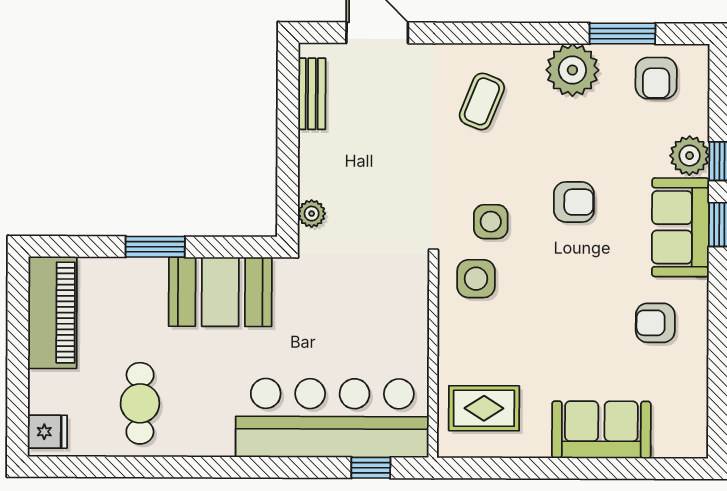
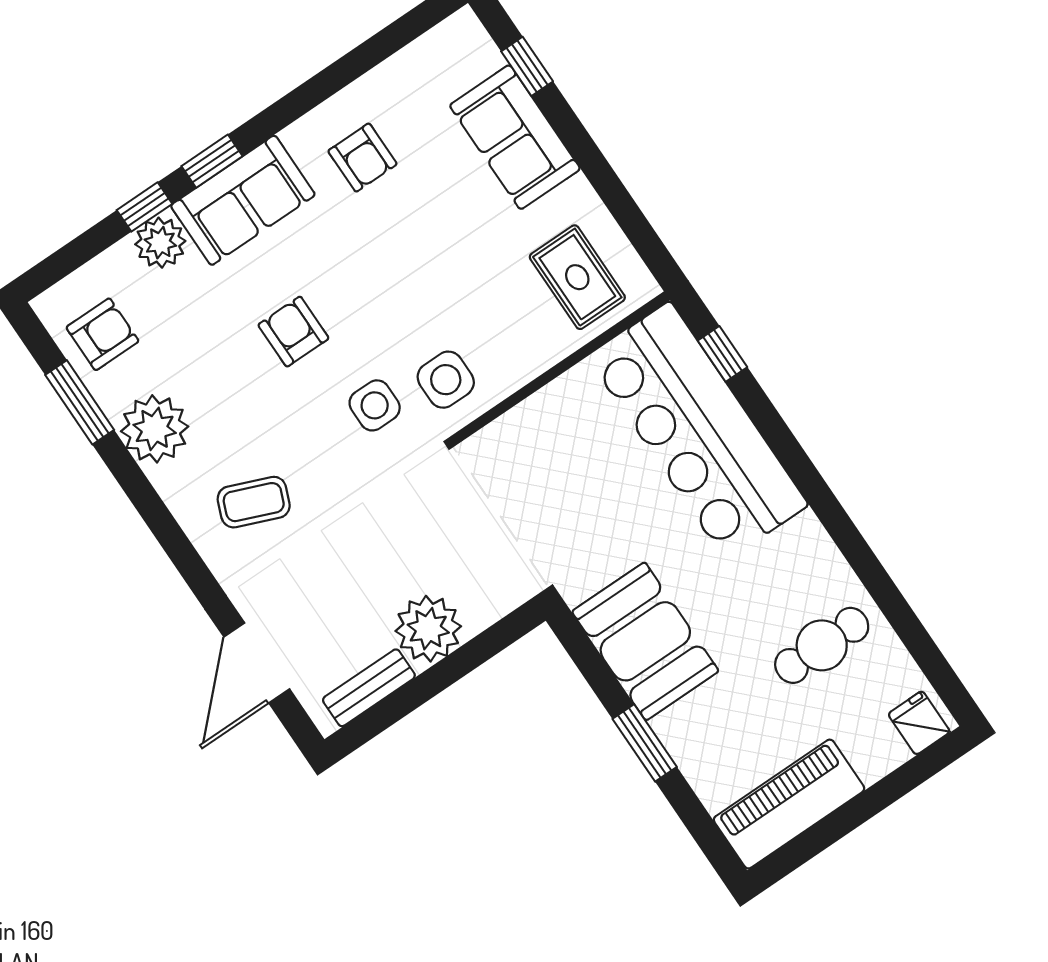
plant: (312, 214) -> (428, 629), moved, width x1.88, depth x1.88
window: (641, 469) -> (527, 66), added

